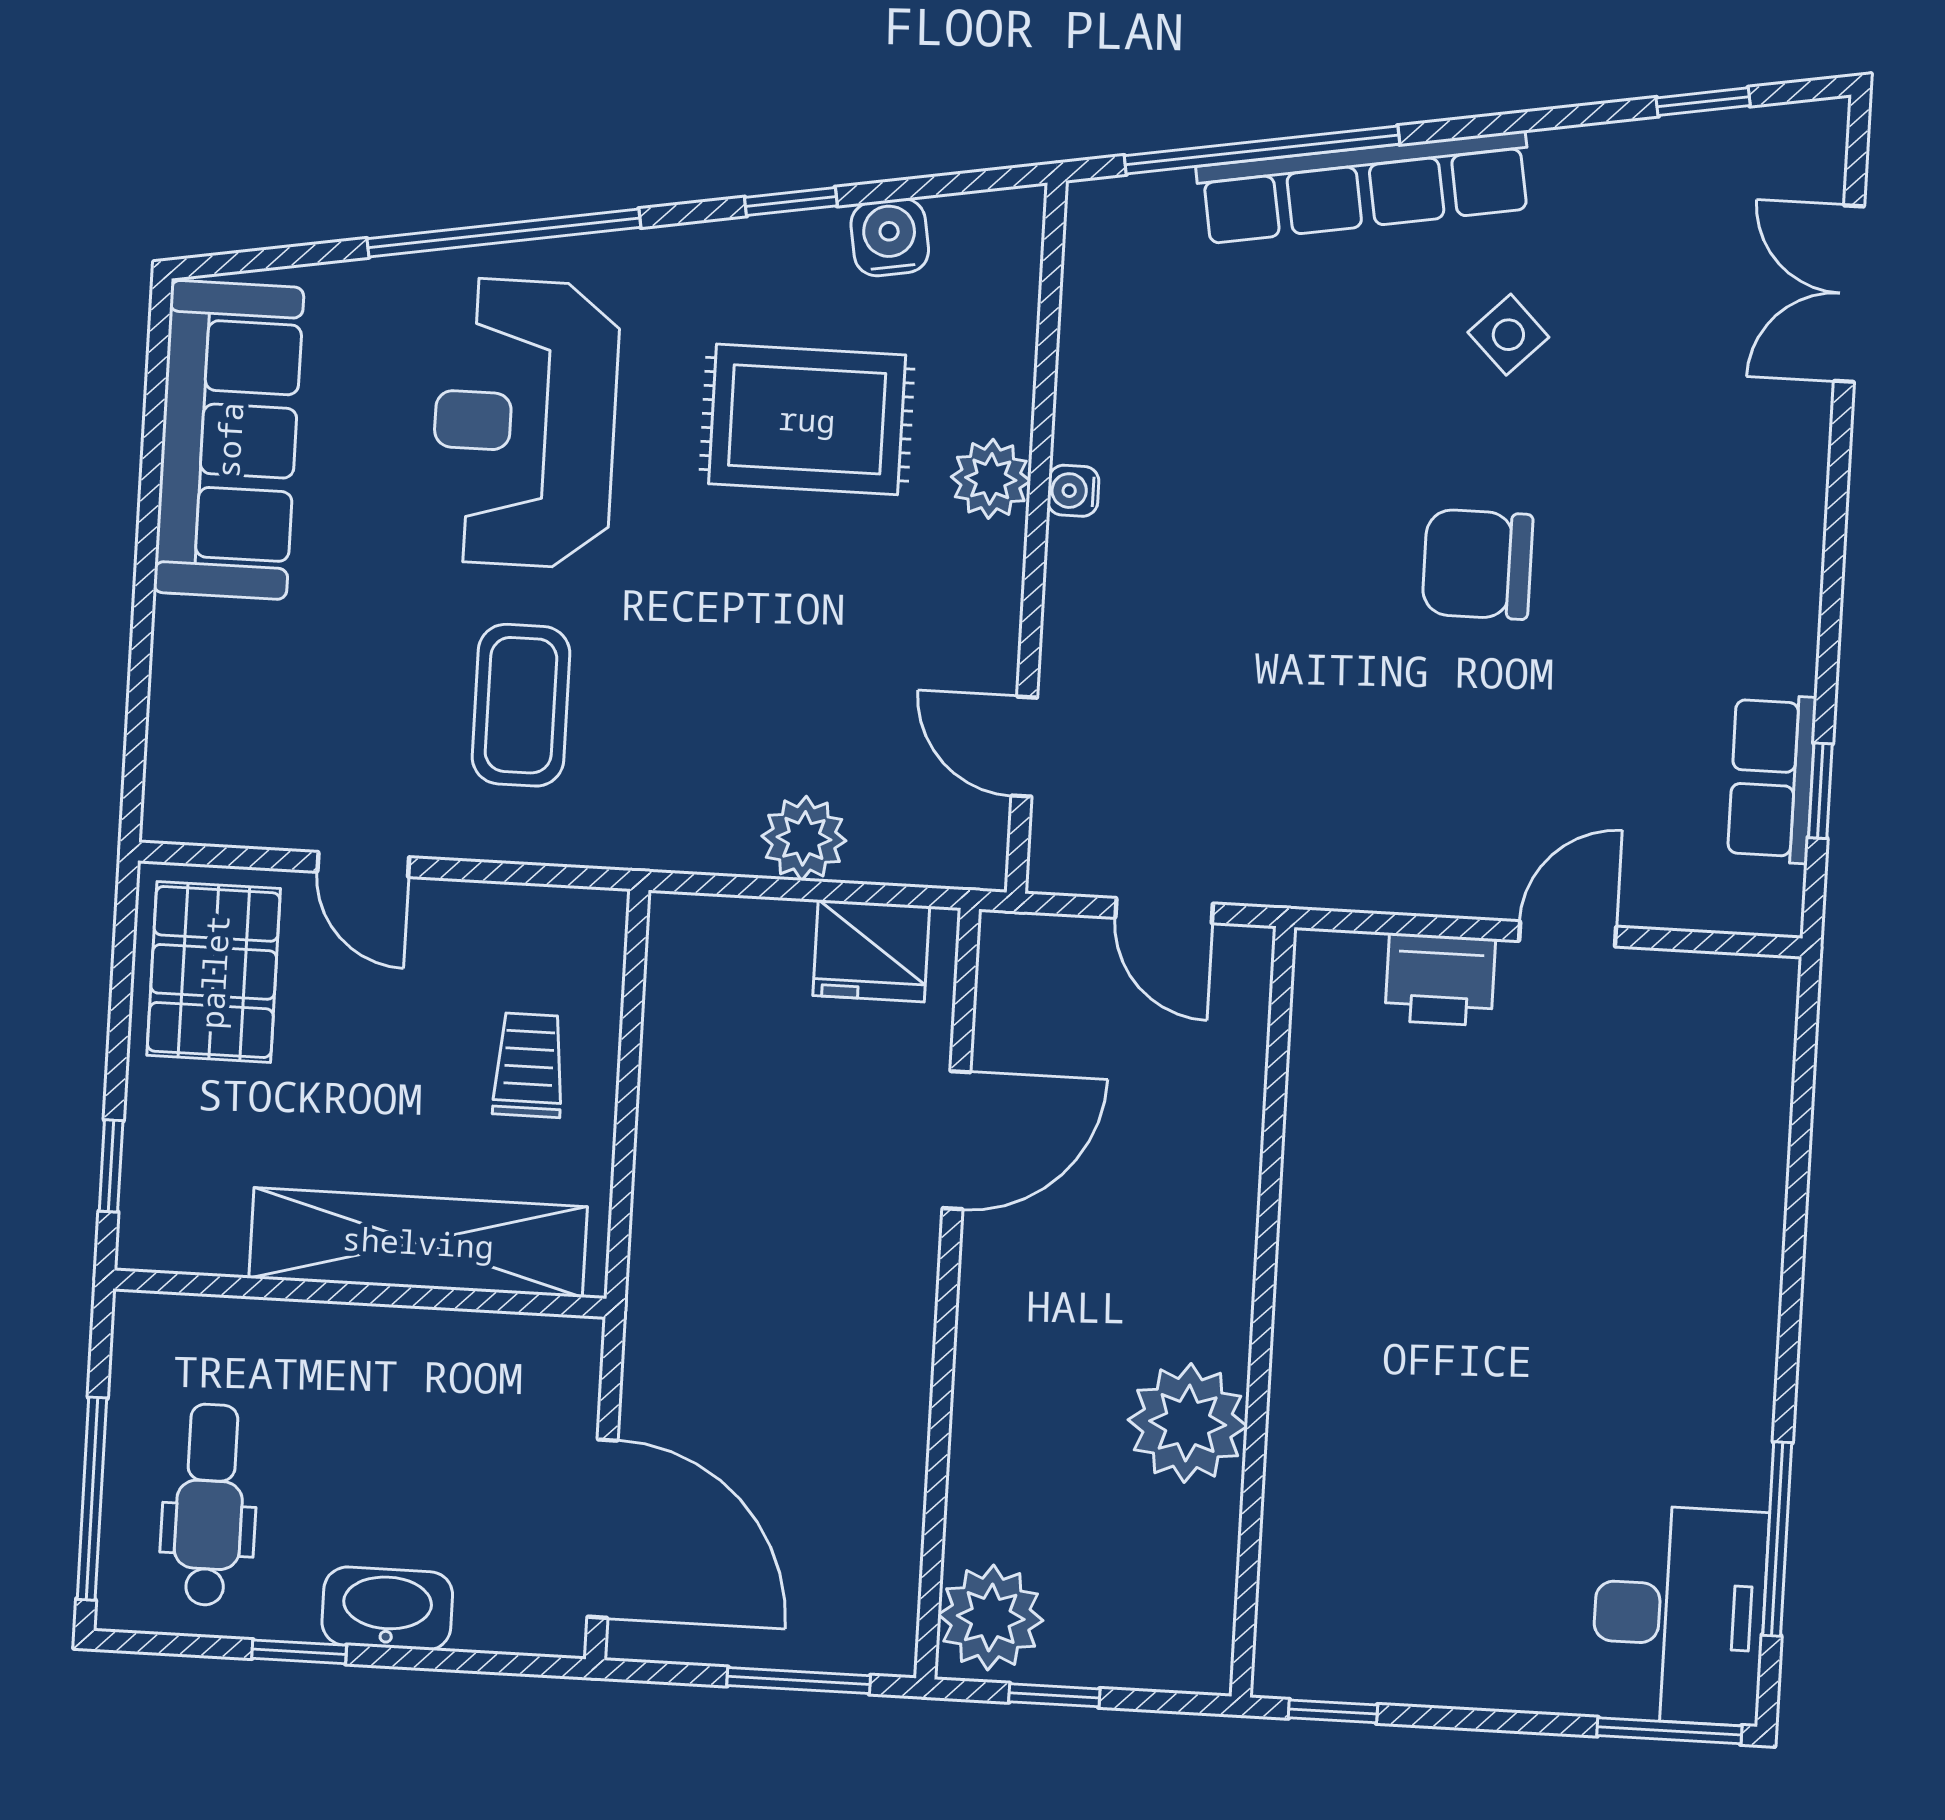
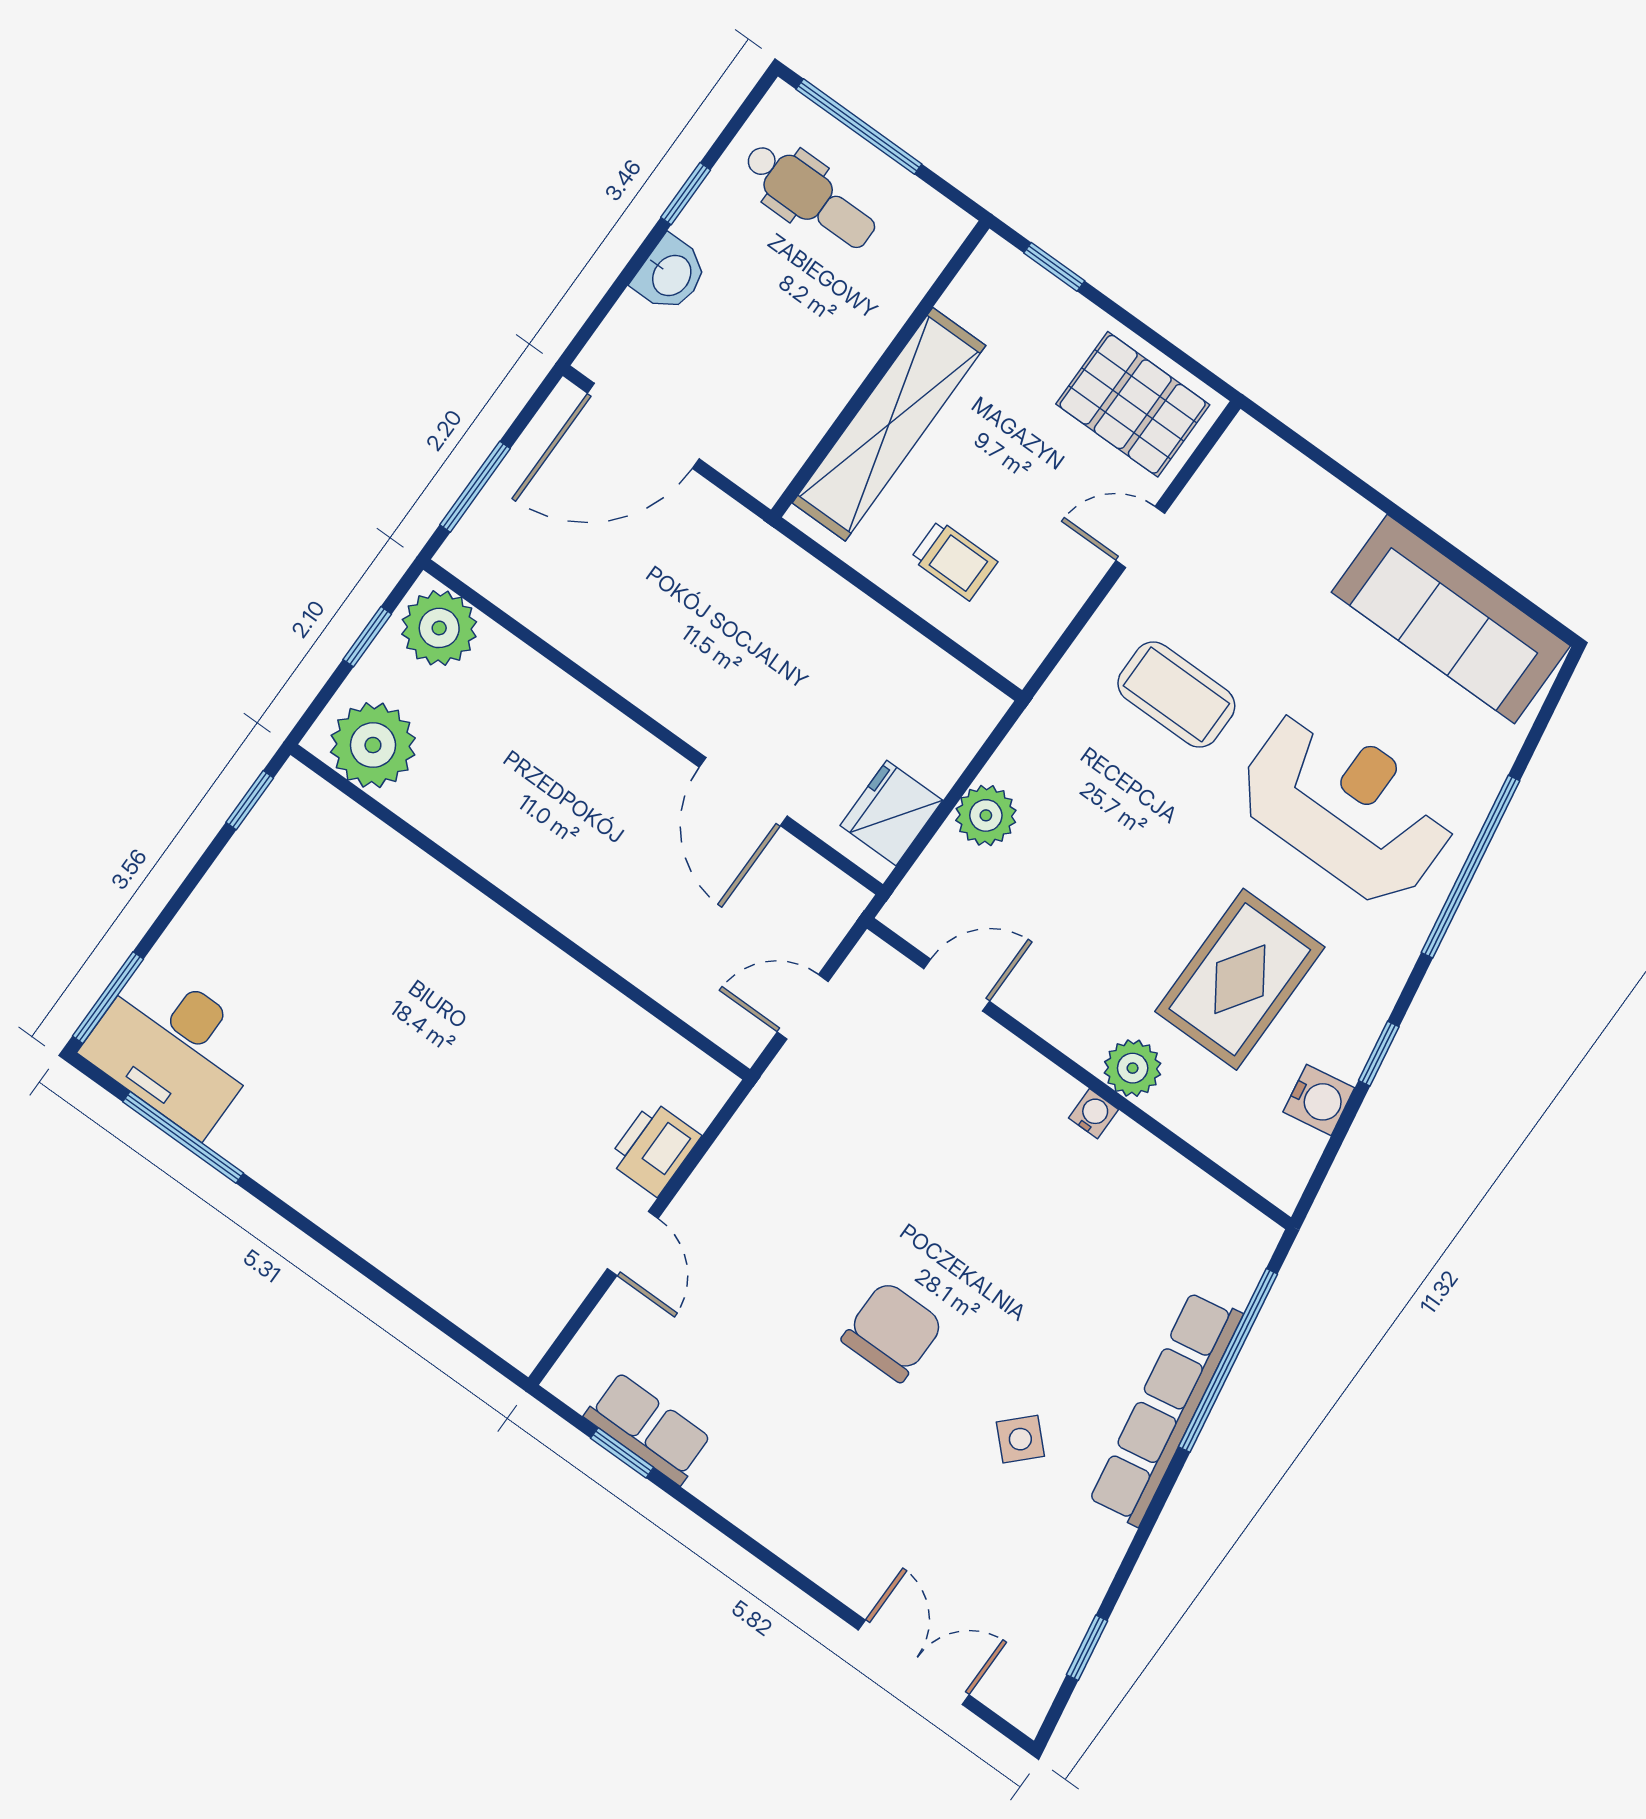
plant: (1188, 1423) -> (373, 745), moved
washbasin: (387, 1608) -> (670, 275), width x0.72

